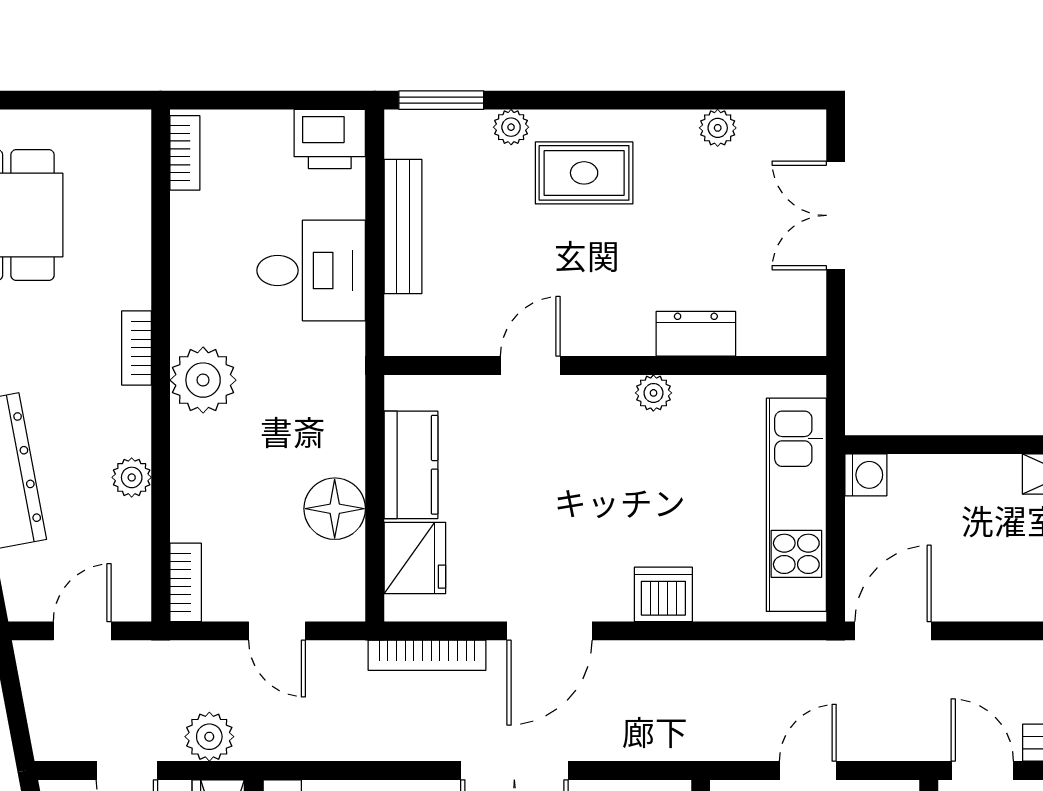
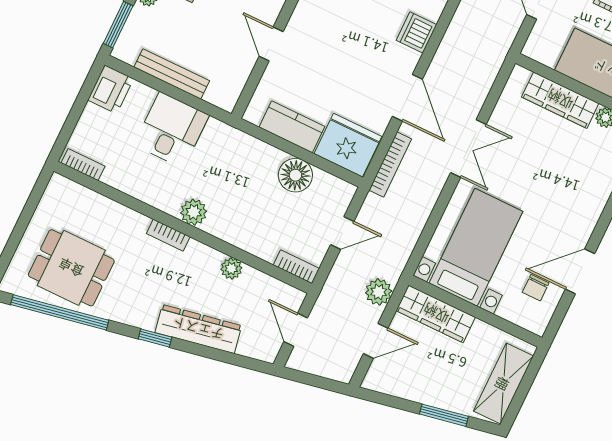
plant: (203, 380) -> (194, 212), width x0.73, depth x0.73
fridge: (415, 558) -> (348, 145), width x1.36, depth x1.34

